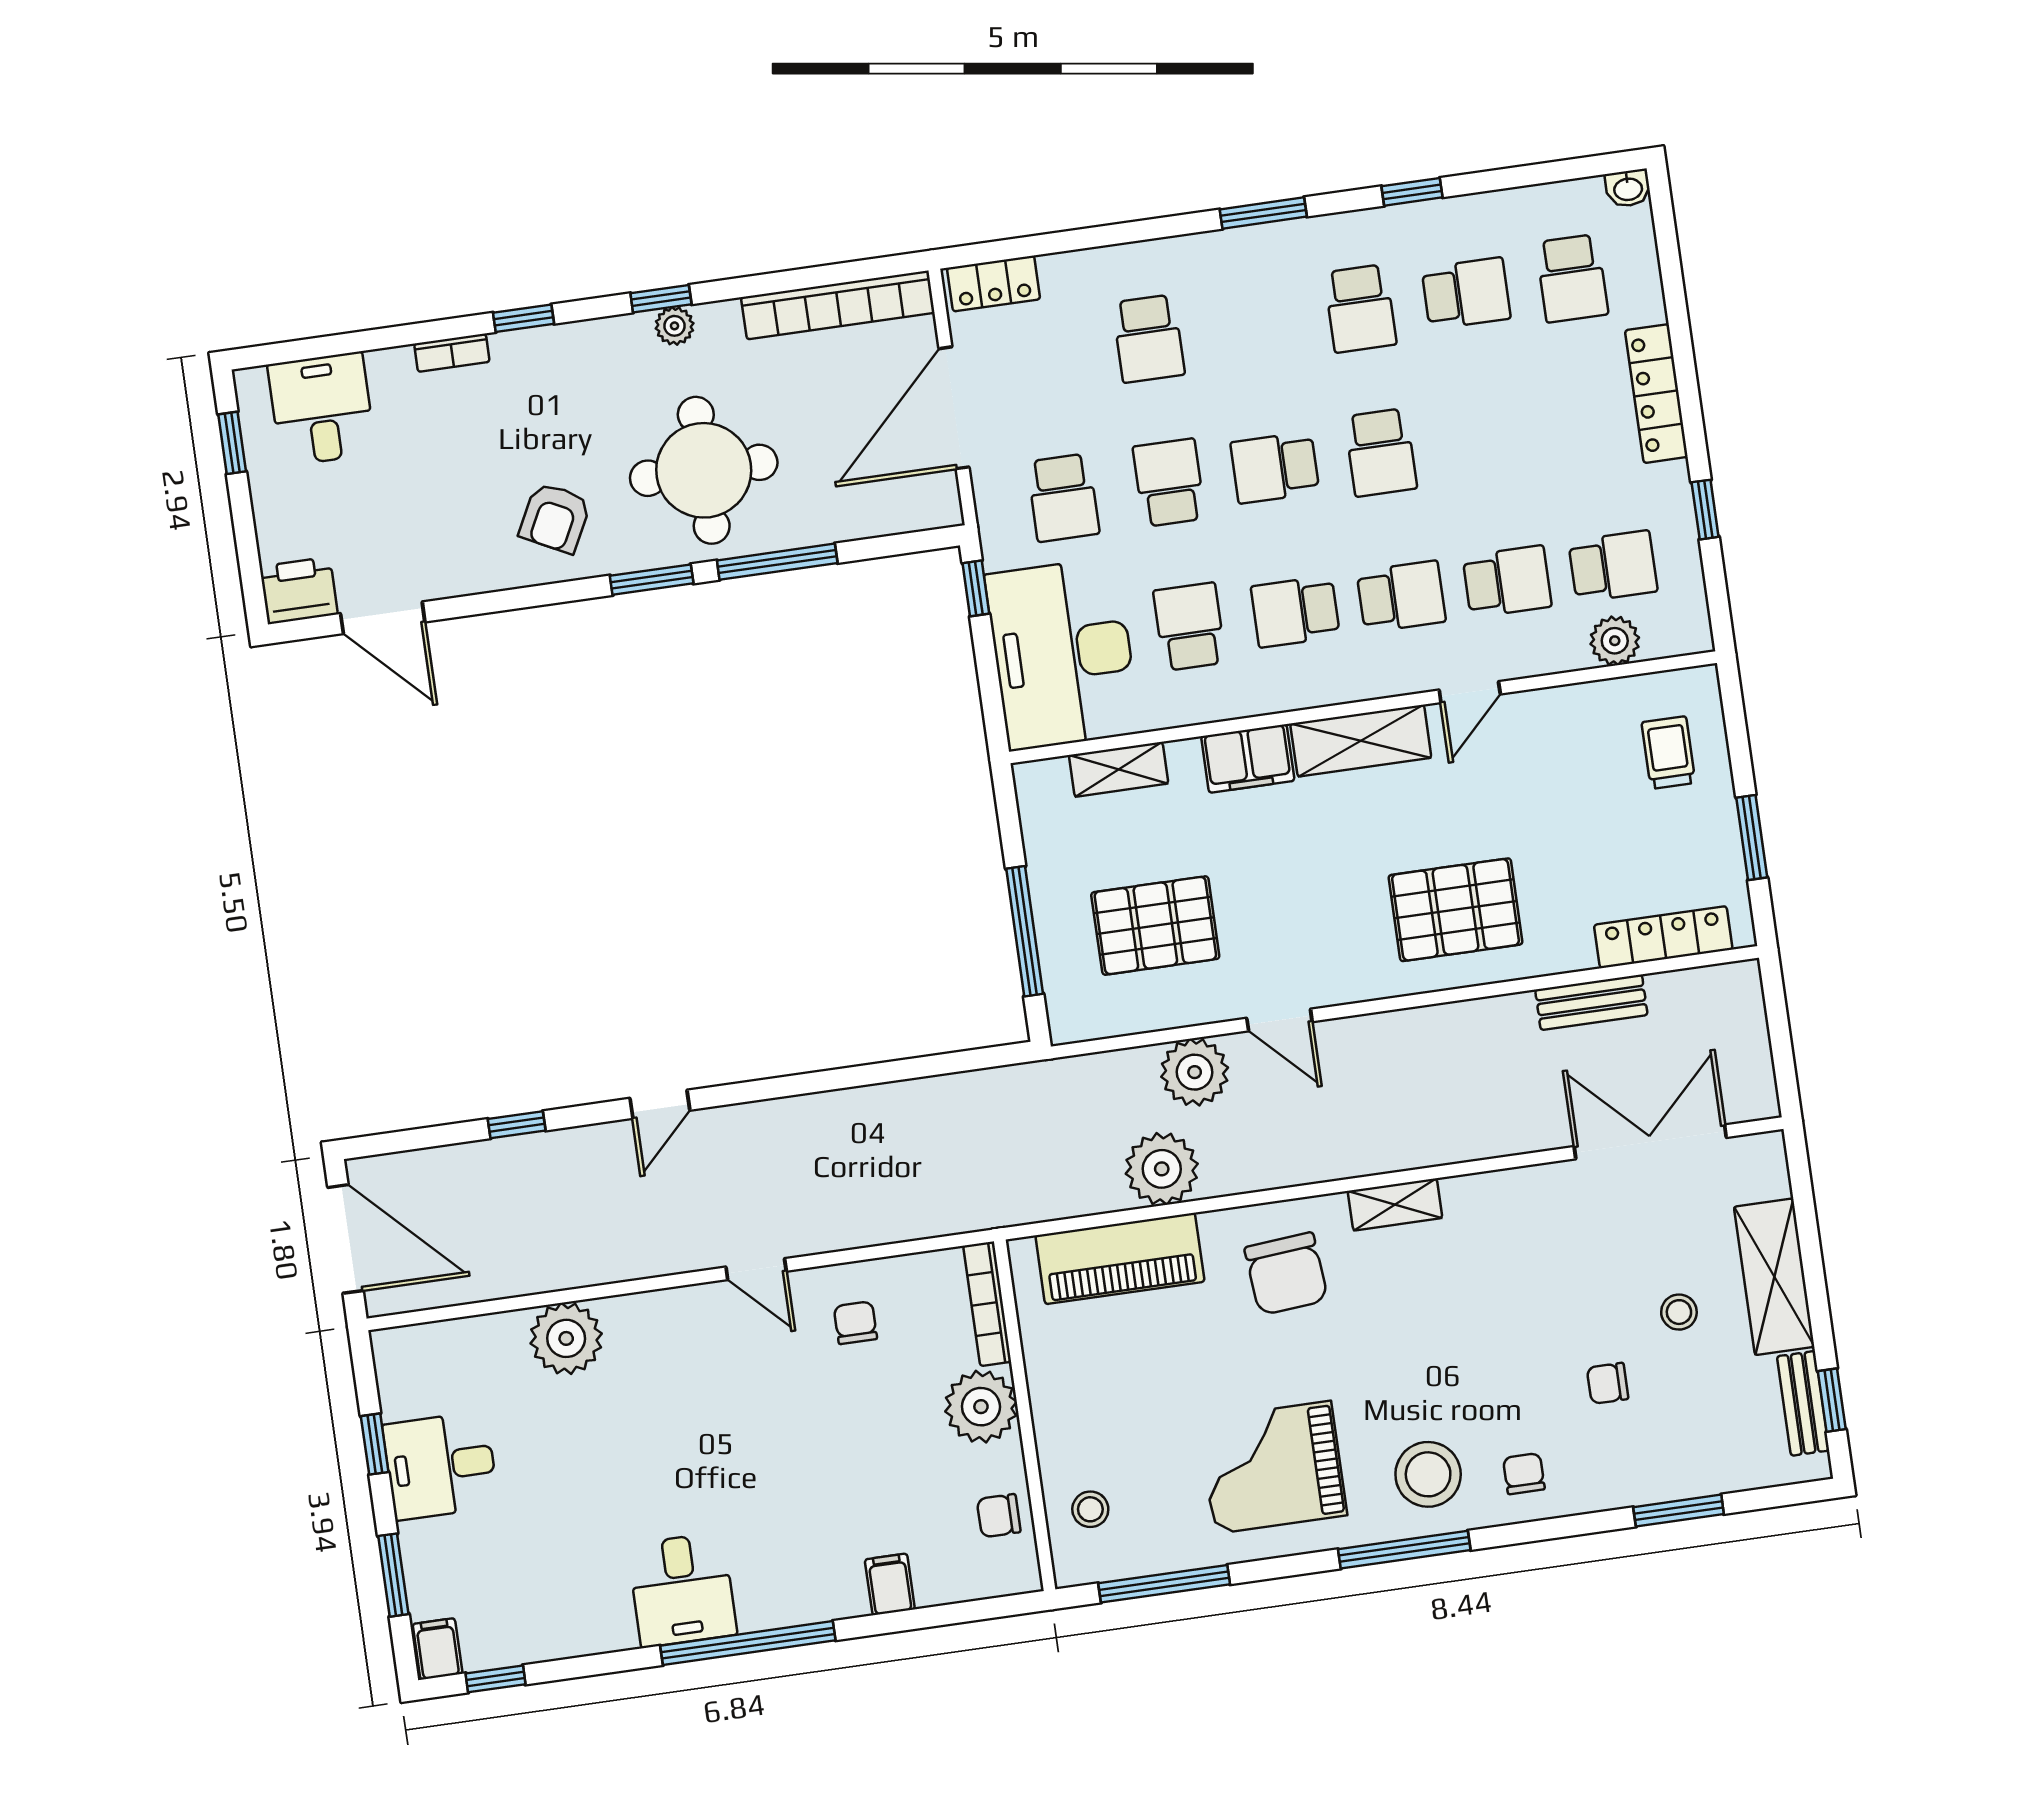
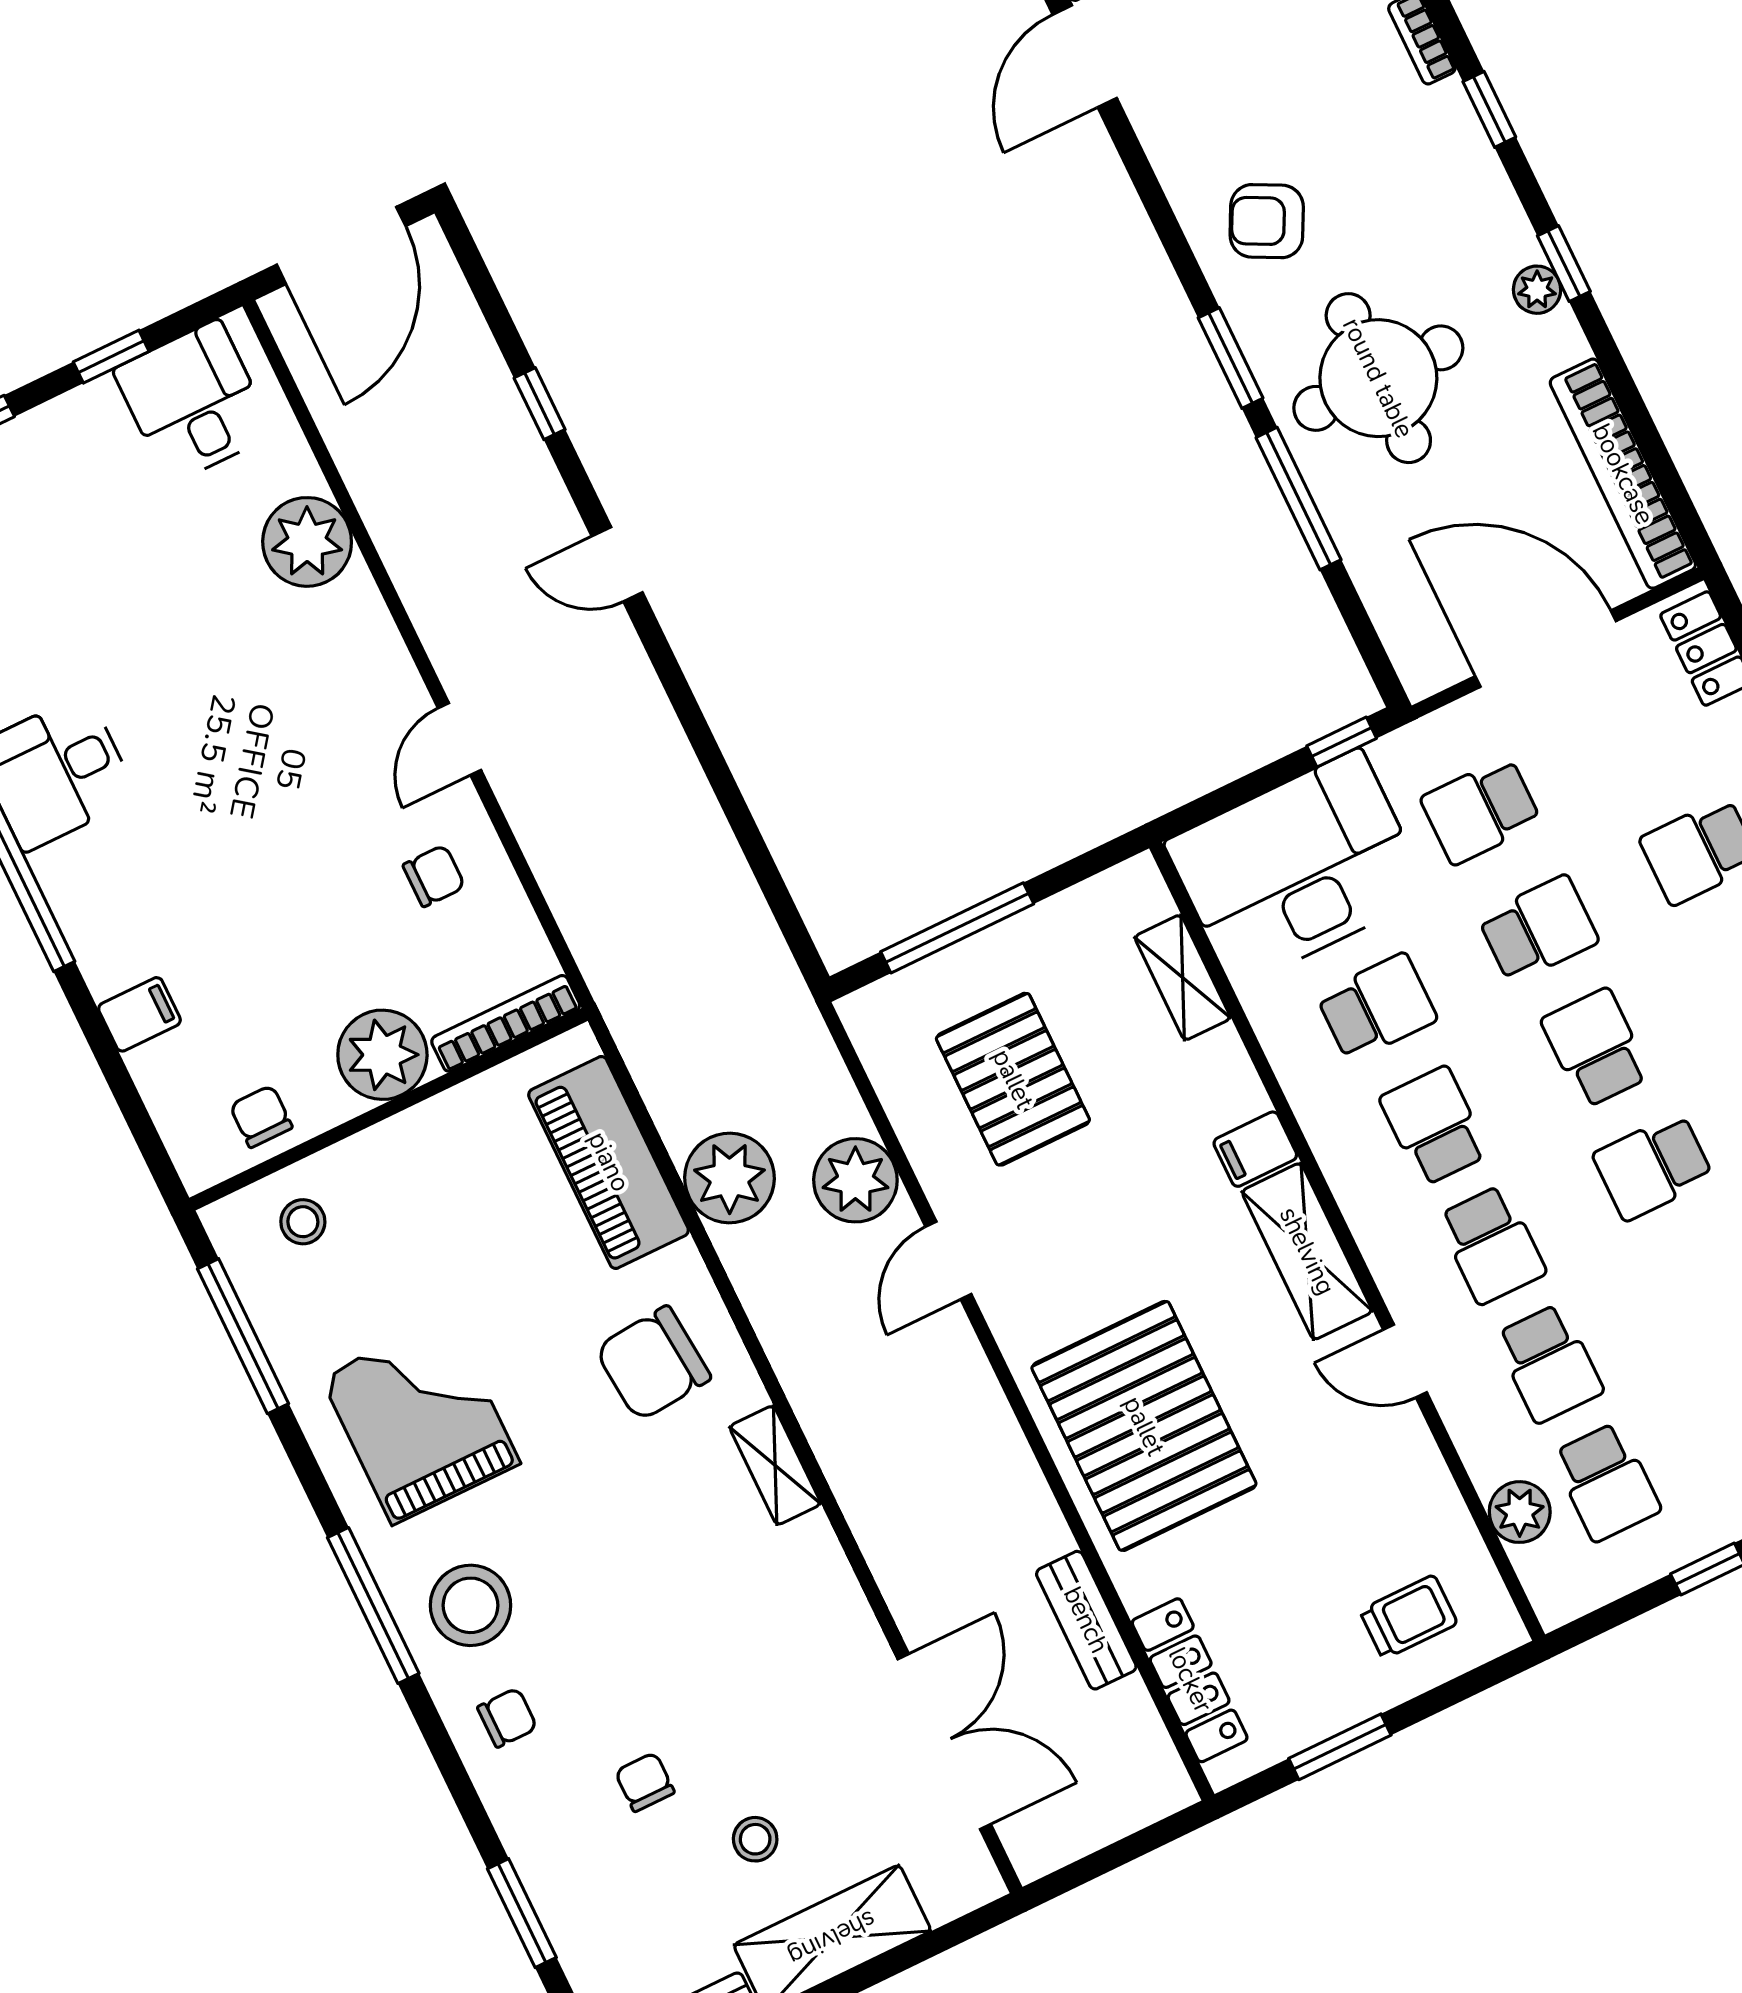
filing cabinet: (1248, 759) -> (1255, 1149), width x0.50
pallet: (1456, 910) -> (1144, 1426), width x1.37, depth x1.41
desk: (441, 1466) -> (194, 402), moved

